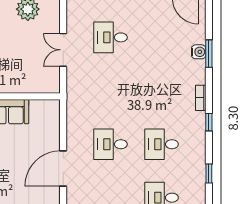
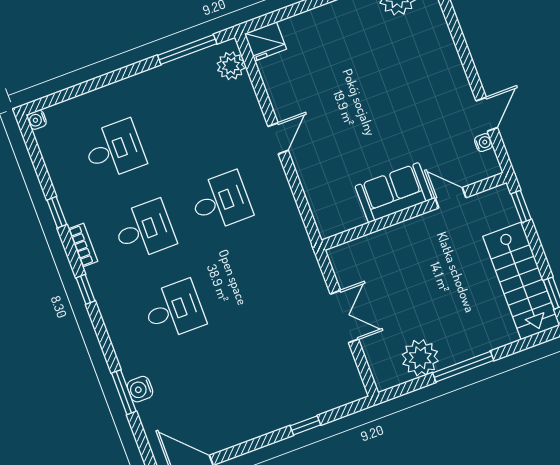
desk: (110, 37) -> (174, 310), moved
bookcase: (201, 98) -> (83, 245), moved
door: (63, 169) -> (278, 138), width x0.53

